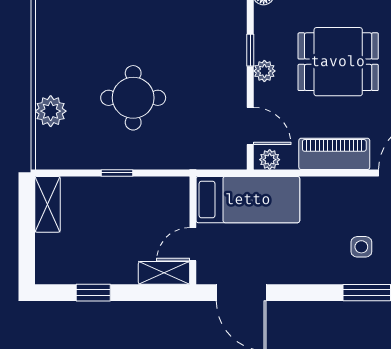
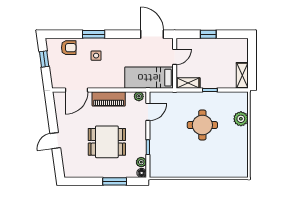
plant: (264, 71) -> (141, 162), moved
door: (250, 126) -> (148, 112), swing flipped
shelving: (164, 273) -> (188, 83), moved
window: (93, 293) -> (208, 34), moved

